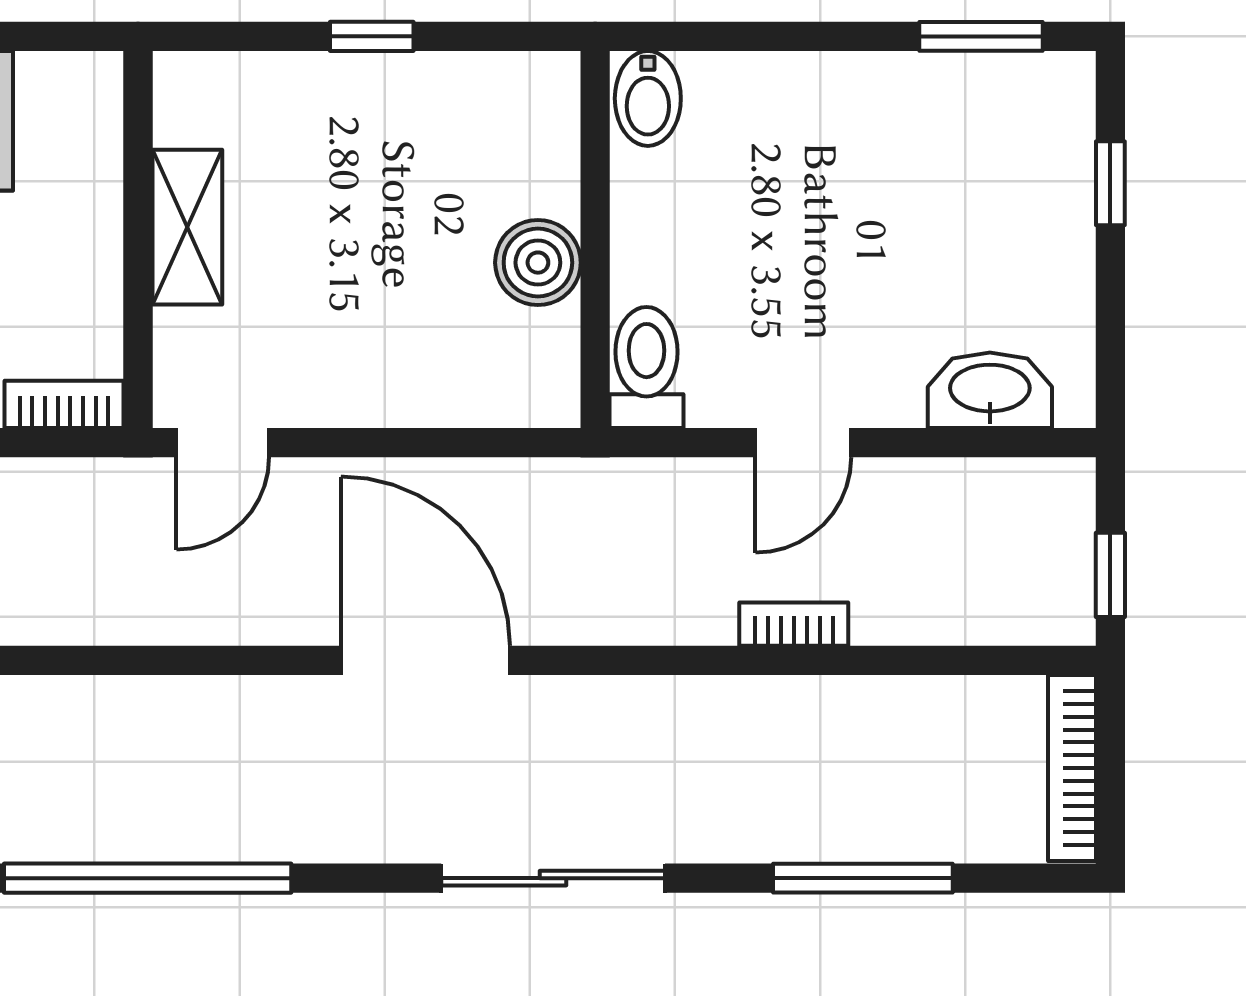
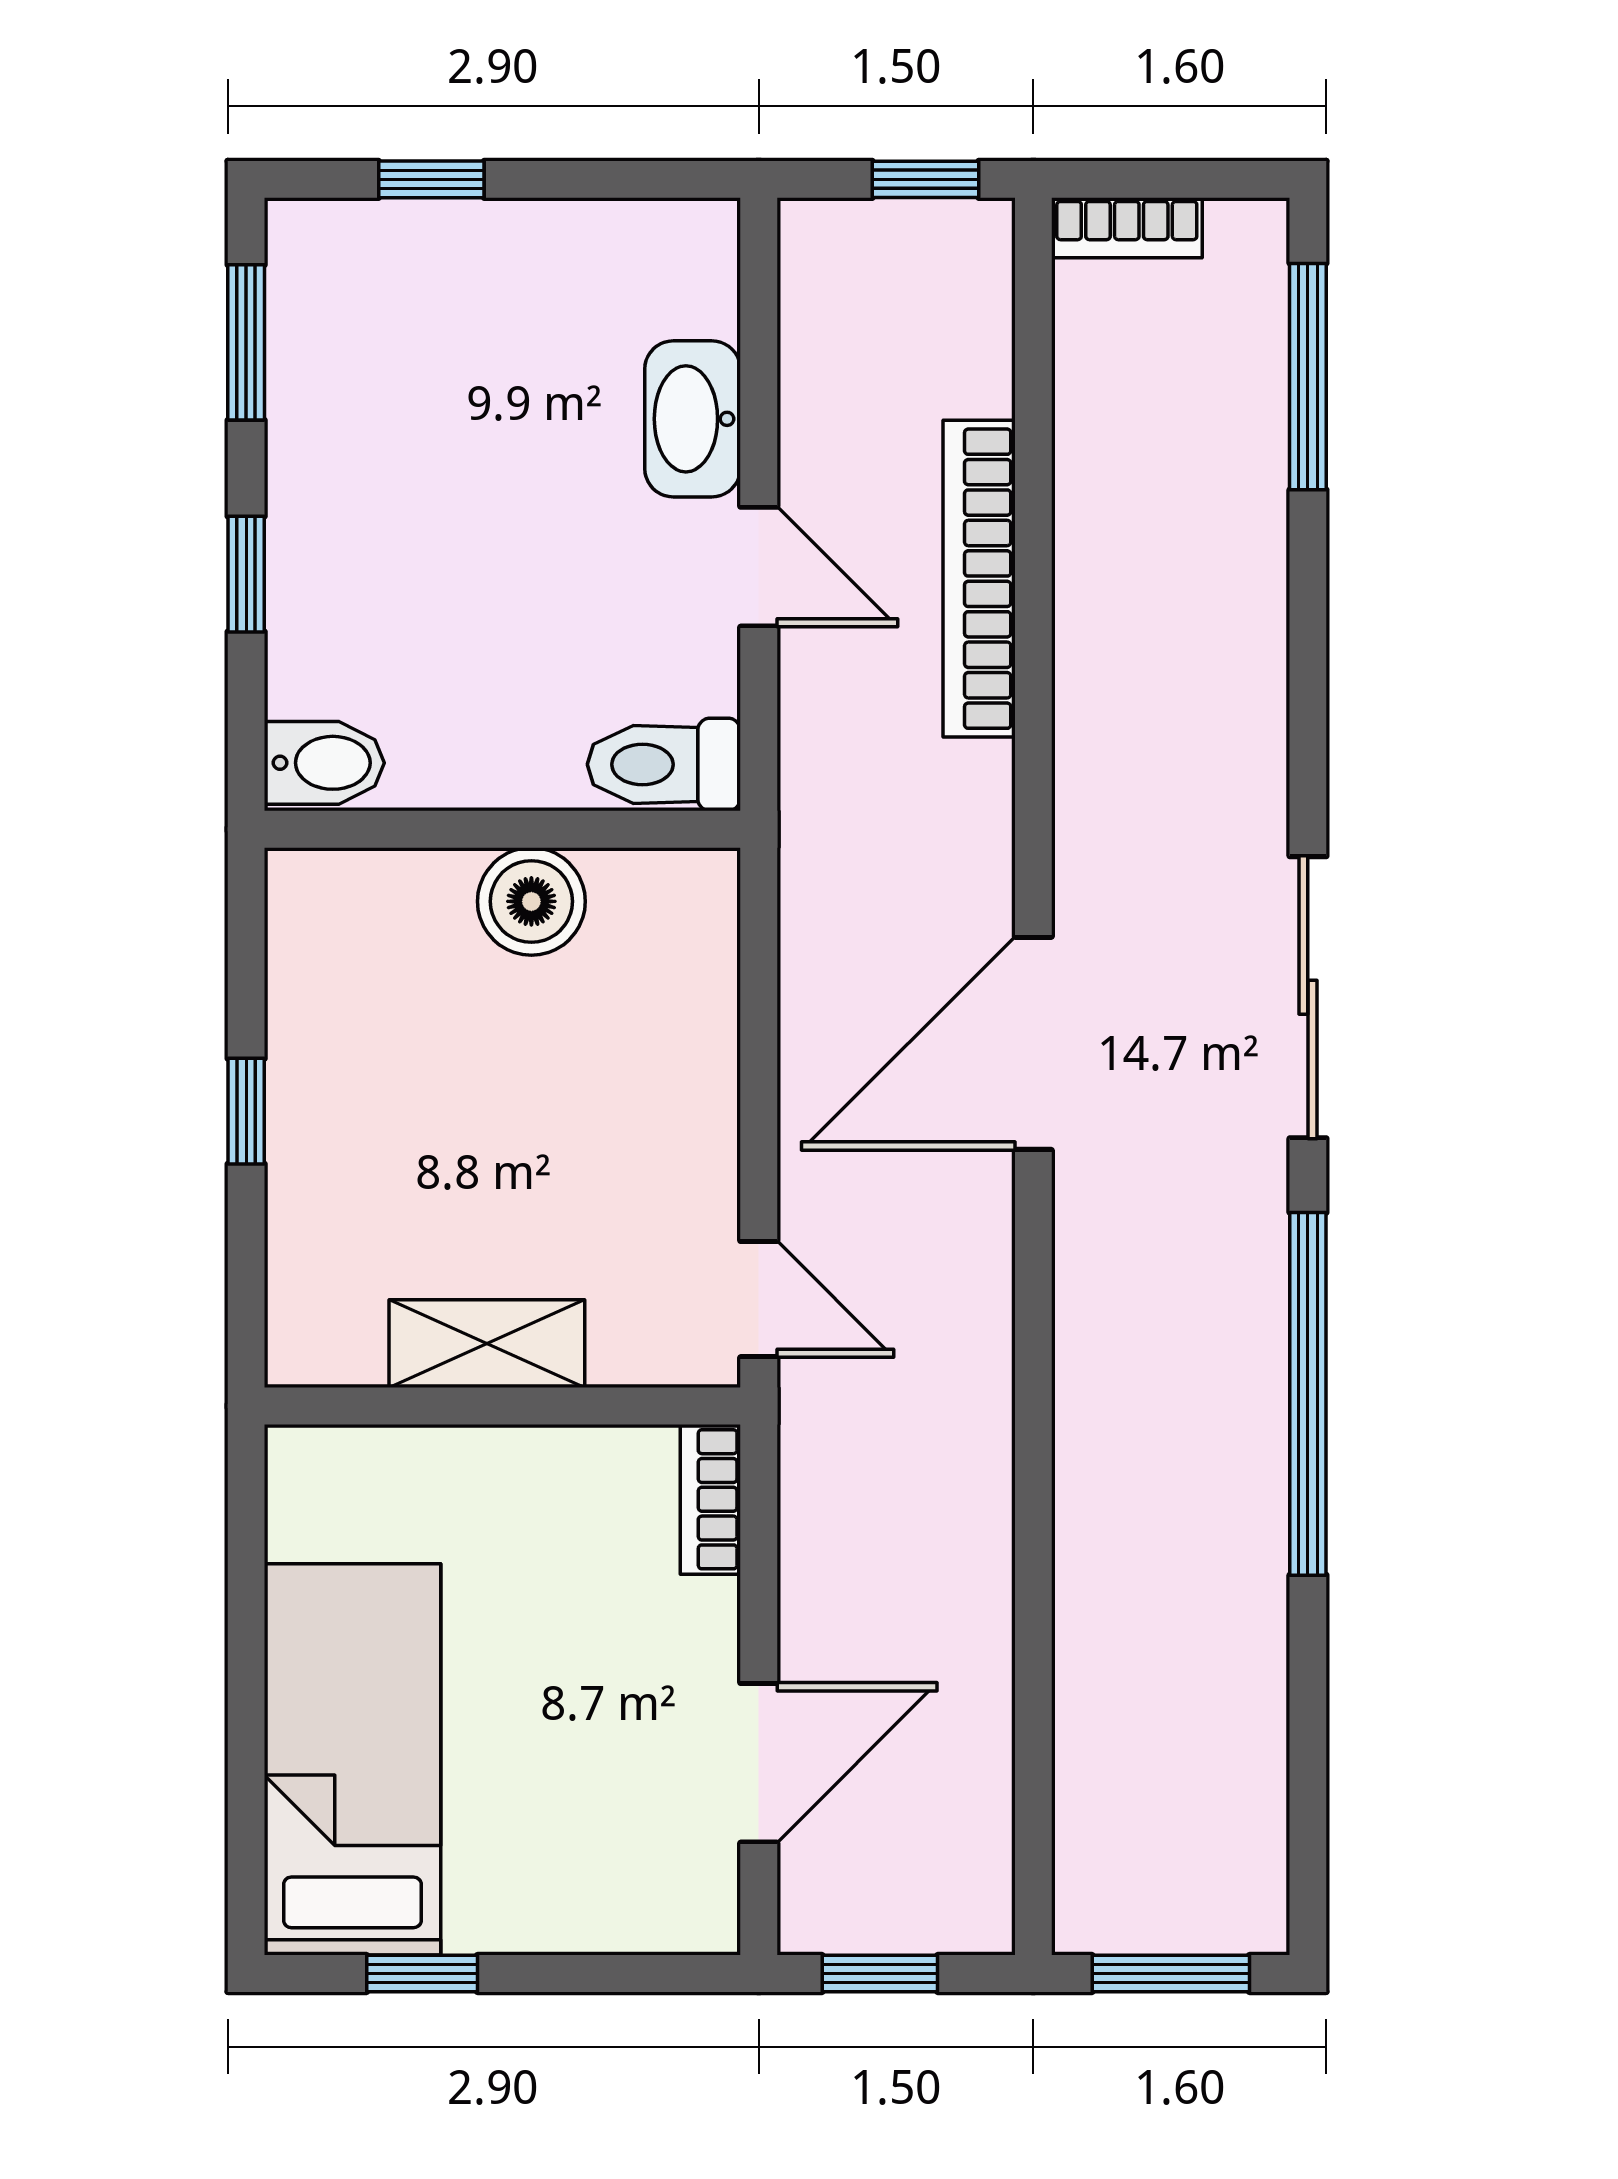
window: (797, 36) -> (246, 574), added
washbasin: (990, 390) -> (693, 419), moved
bookcase: (794, 624) -> (979, 579), width x2.31, depth x1.31
bookcase: (1072, 768) -> (1127, 228), width x0.64
sliding door: (553, 878) -> (1308, 997), moved
window: (863, 878) -> (1308, 377), moved

